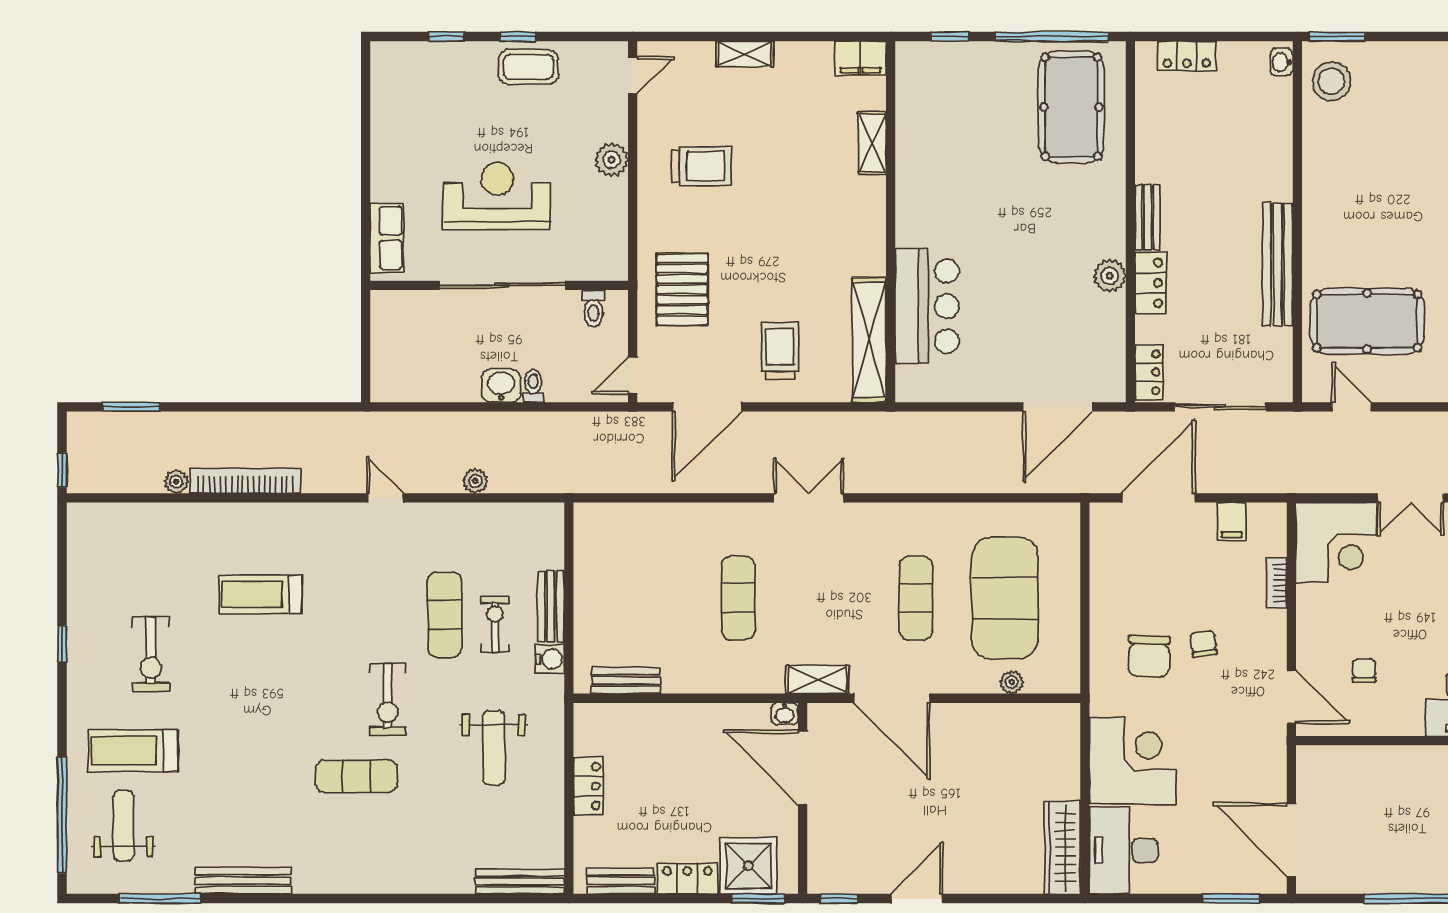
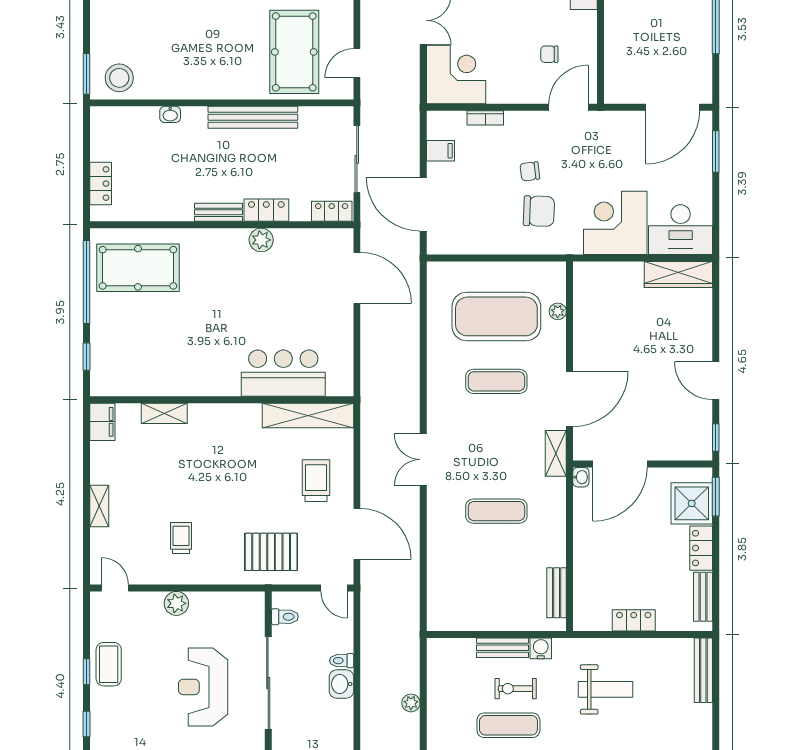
washbasin: (1282, 62) -> (170, 114), moved
trolley: (701, 166) -> (181, 538), width x0.73, depth x0.72
trolley: (780, 351) -> (316, 481), turned 90

